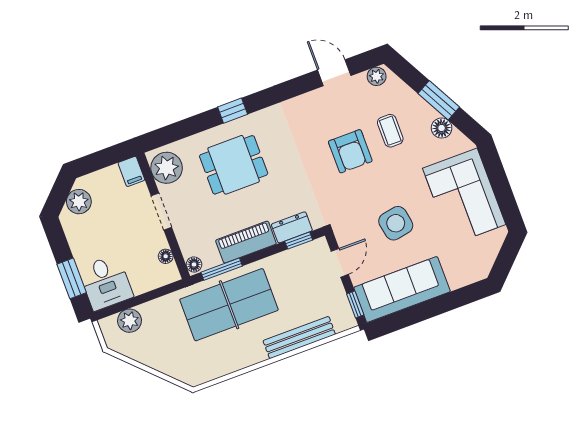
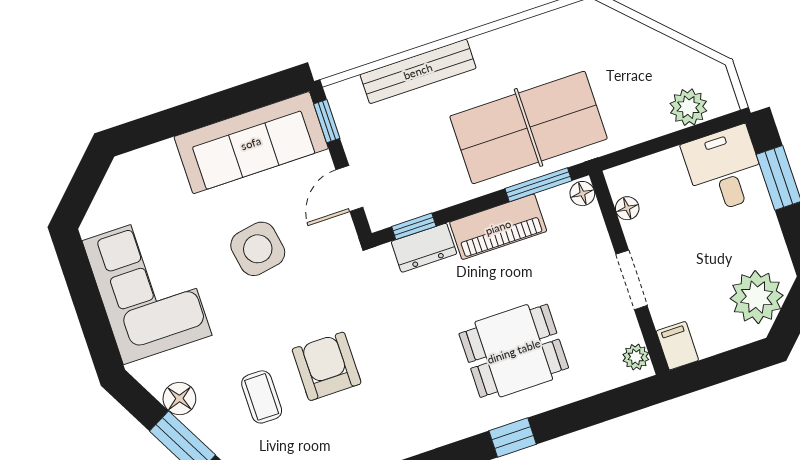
plant: (167, 168) -> (636, 357), width x0.53, depth x0.53
plant: (79, 202) -> (757, 297), width x1.36, depth x1.36

